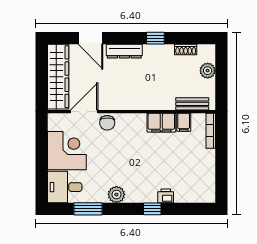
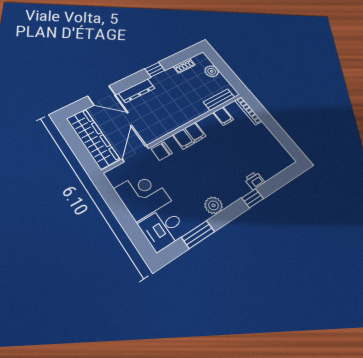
chair: (107, 123) -> (162, 151), turned 90
filing cabinet: (161, 123) -> (189, 136), moved

